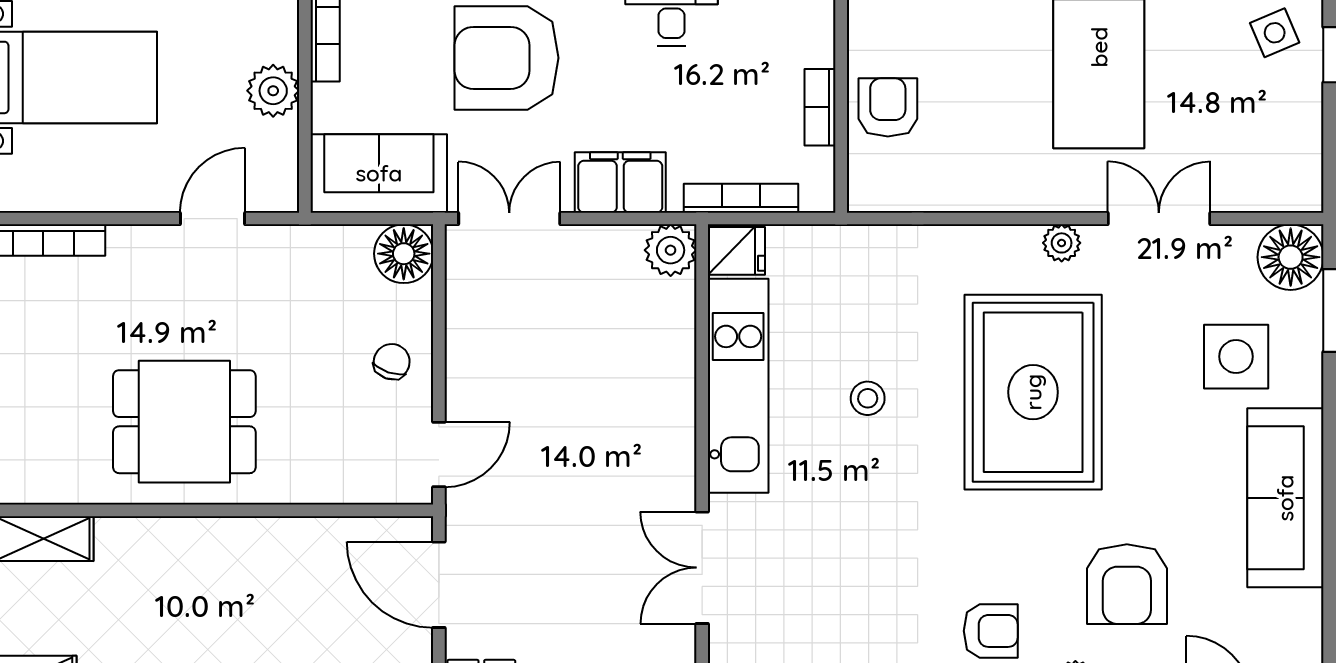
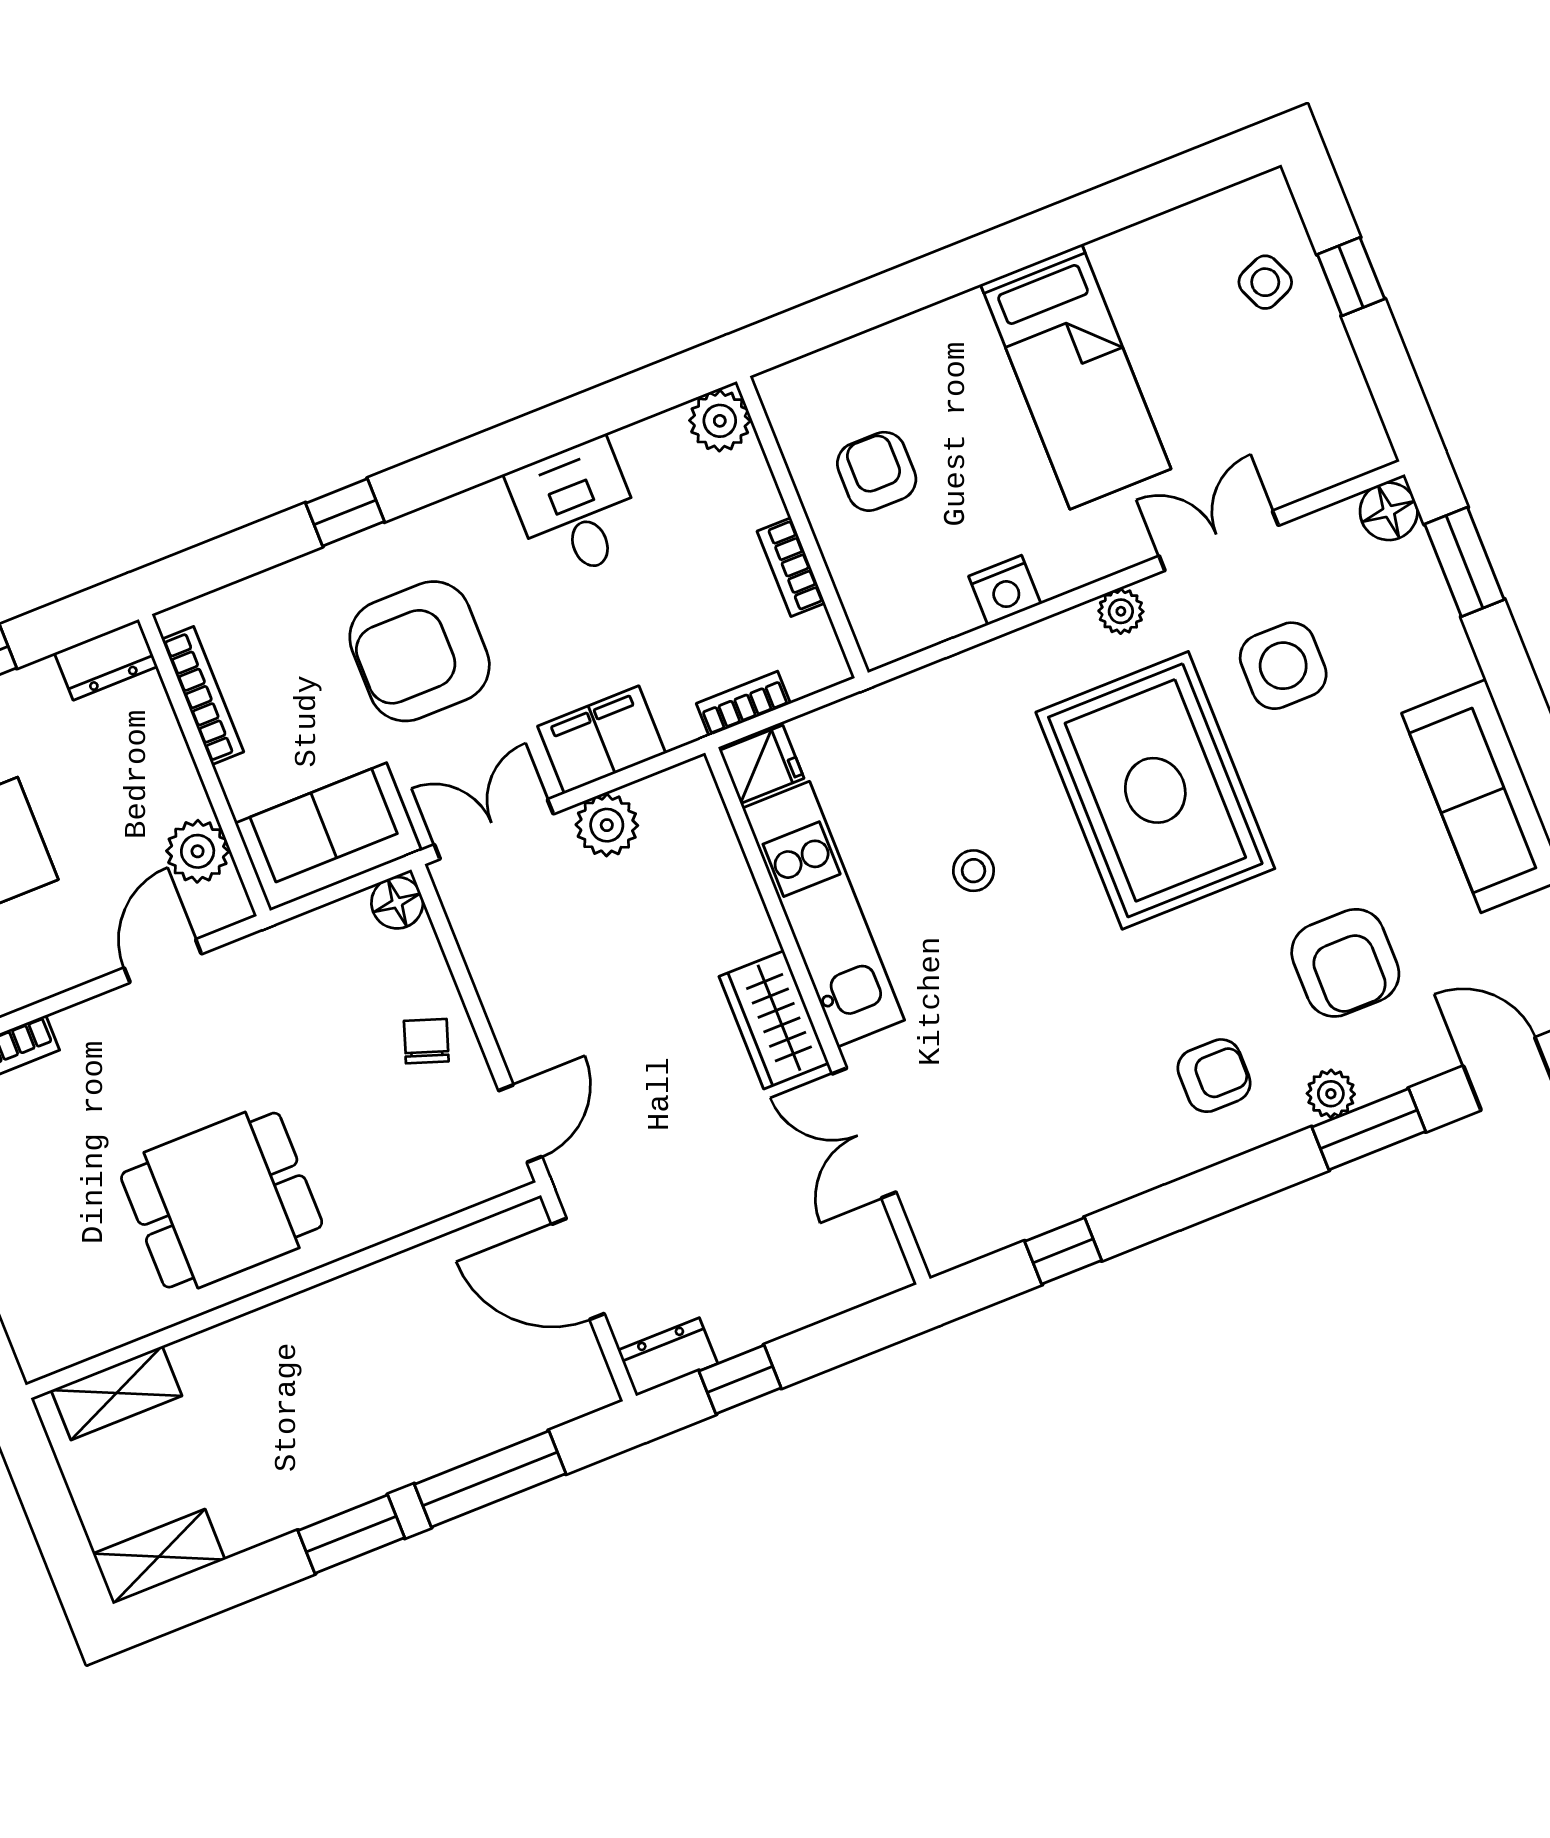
plant: (273, 91) -> (198, 851), moved
armchair: (888, 107) -> (877, 471), moved
nightstand: (978, 191) -> (1005, 590), added
bookcase: (741, 198) -> (743, 704), width x0.64
plant: (671, 250) -> (607, 825), moved
floor lamp: (404, 254) -> (397, 903), width x0.73, depth x0.73
floor lamp: (1291, 257) -> (1389, 511), width x0.73, depth x0.73
side table: (1236, 357) -> (1283, 666), moved
wardrobe: (667, 452) -> (774, 1020), added

